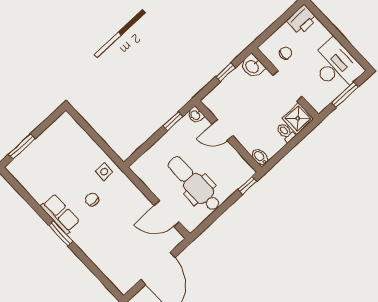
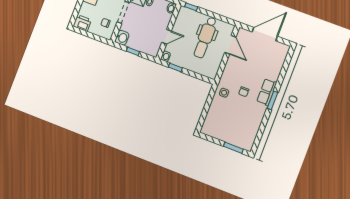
door: (222, 130) -> (167, 37), hinge flipped
row of seats: (60, 214) -> (267, 92), moved

